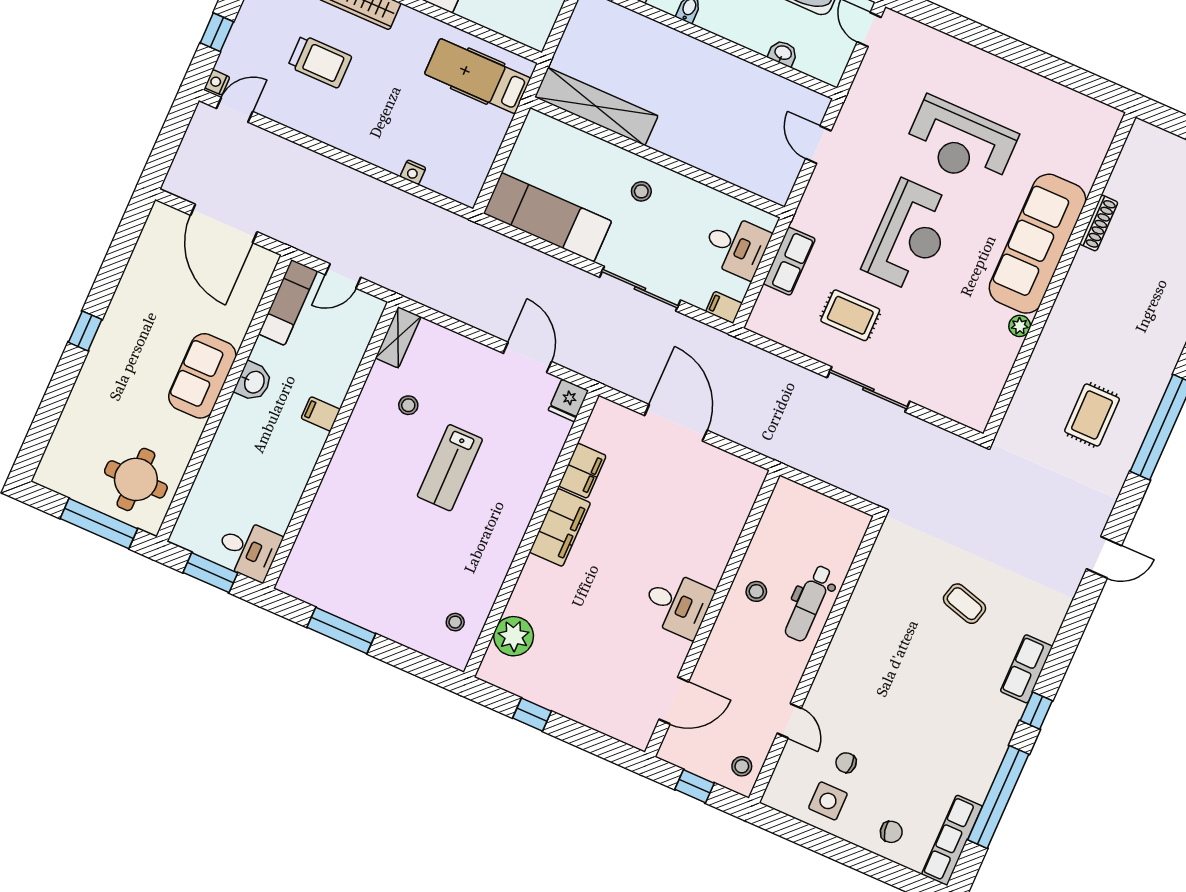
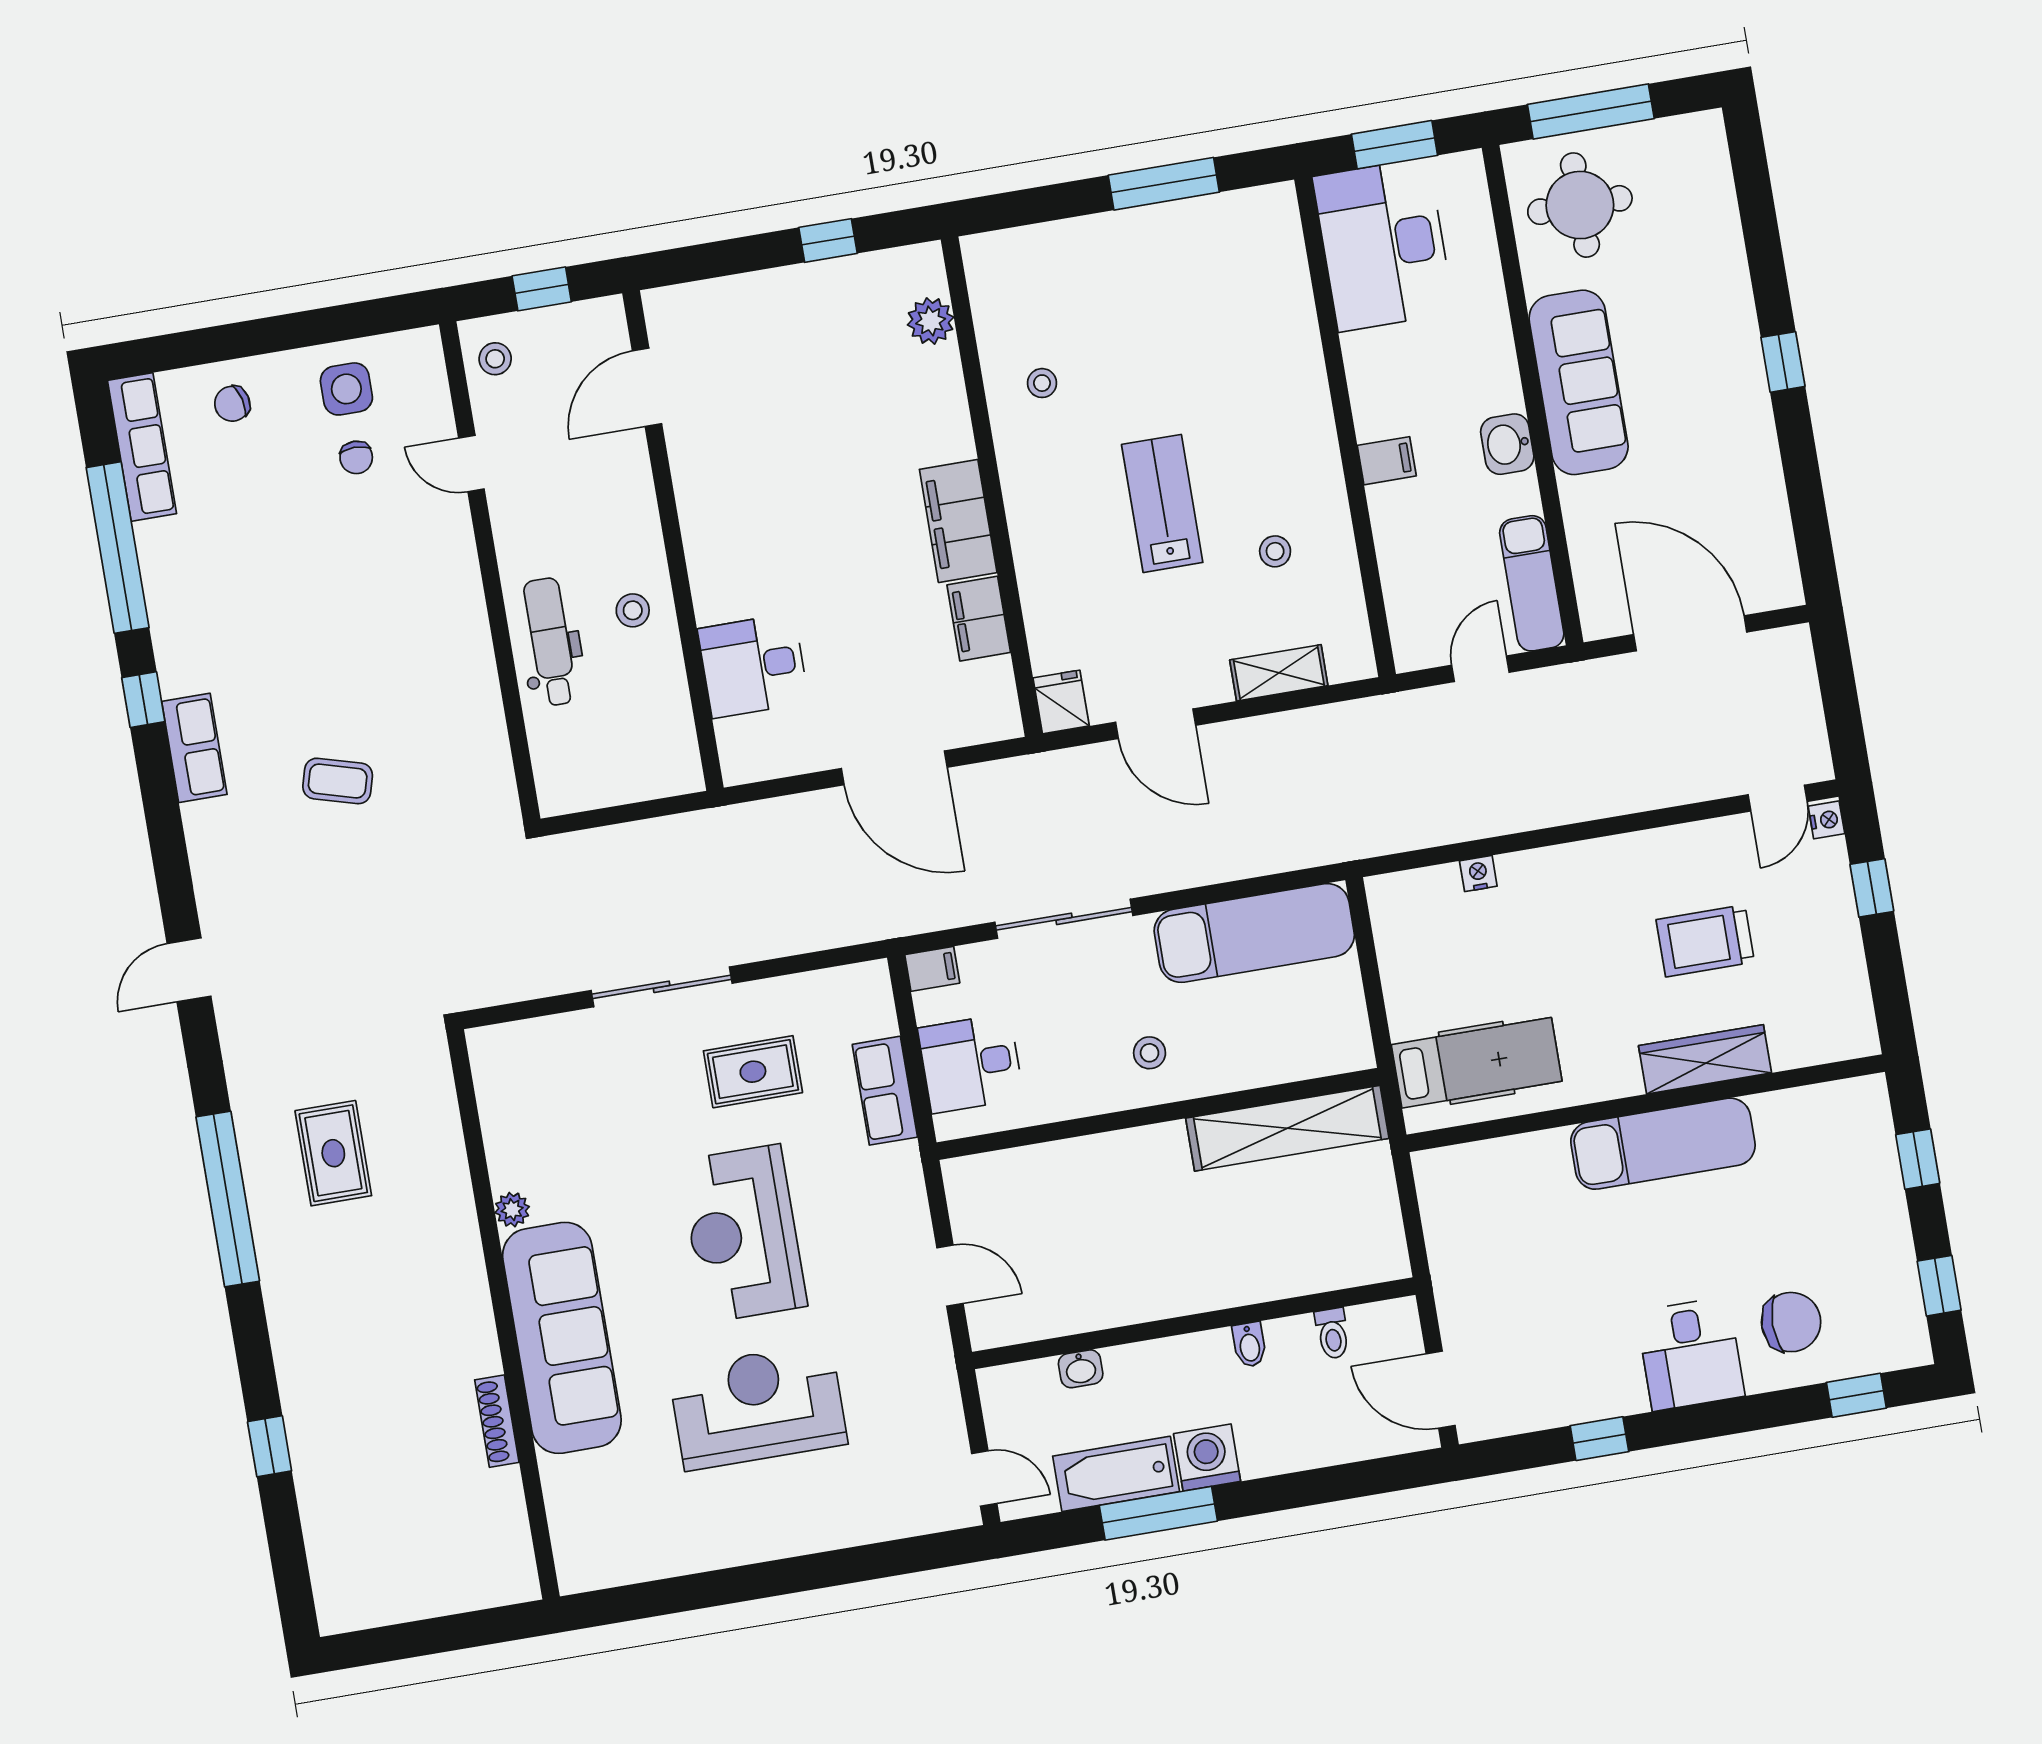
shelving: (398, 337) -> (1279, 673), moved, turned 90
sofa: (202, 376) -> (1579, 382), width x1.36
desk: (248, 549) -> (1383, 245), width x1.87, depth x1.30
desk: (677, 604) -> (753, 666), moved
stool: (455, 622) -> (1042, 383), moved
plant: (514, 636) -> (931, 321), width x0.73, depth x0.73
chair: (846, 763) -> (356, 457), turned 90

